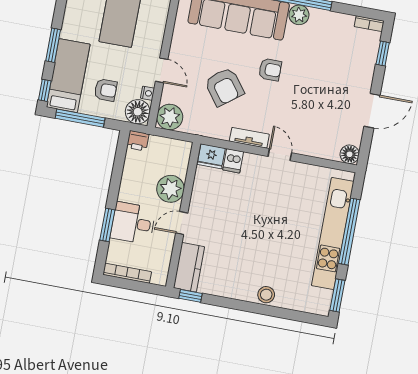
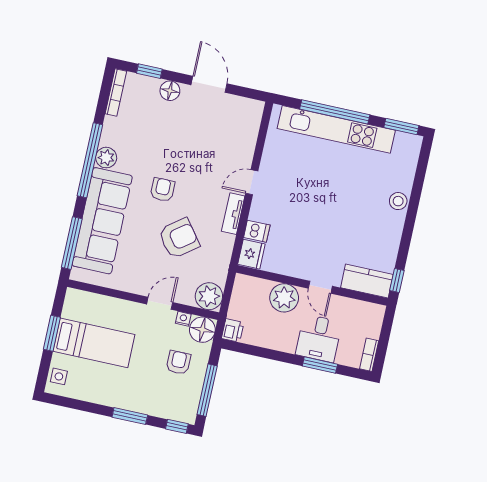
bookcase: (369, 24) -> (116, 92), width x1.56
bed: (68, 76) -> (162, 401), removed
floor lamp: (350, 154) -> (170, 91), moved
bookcase: (127, 273) -> (369, 355), width x0.64

